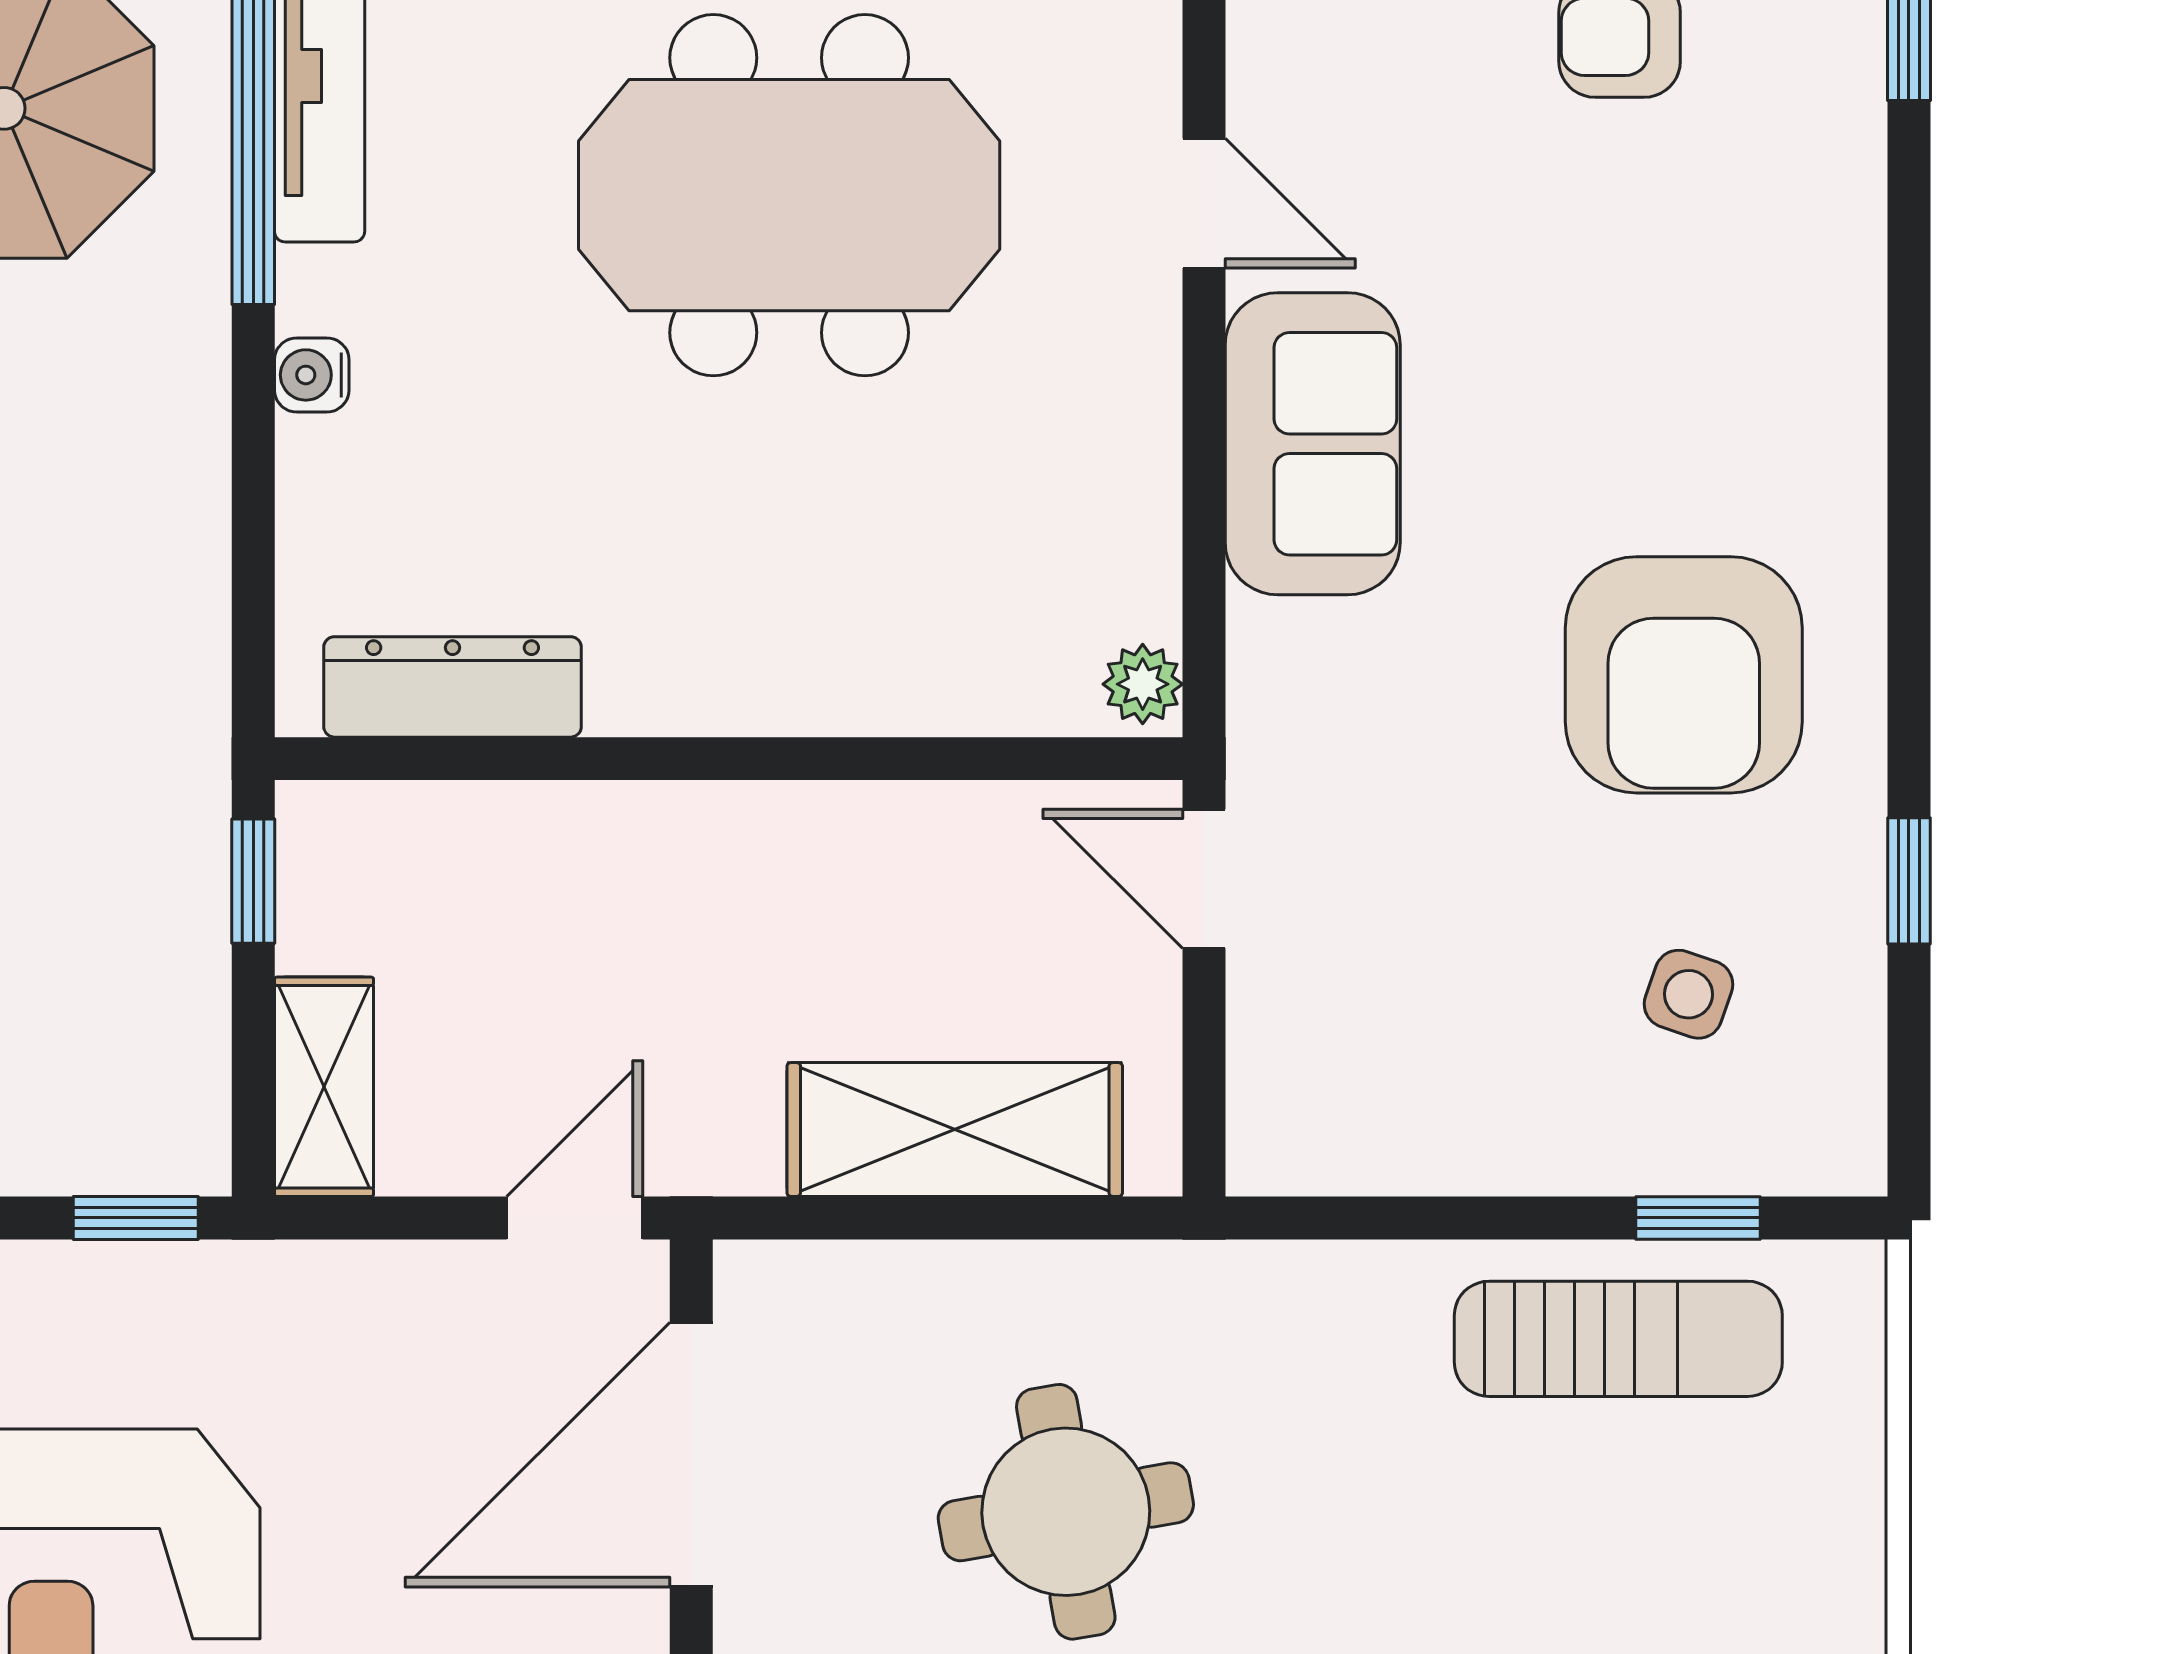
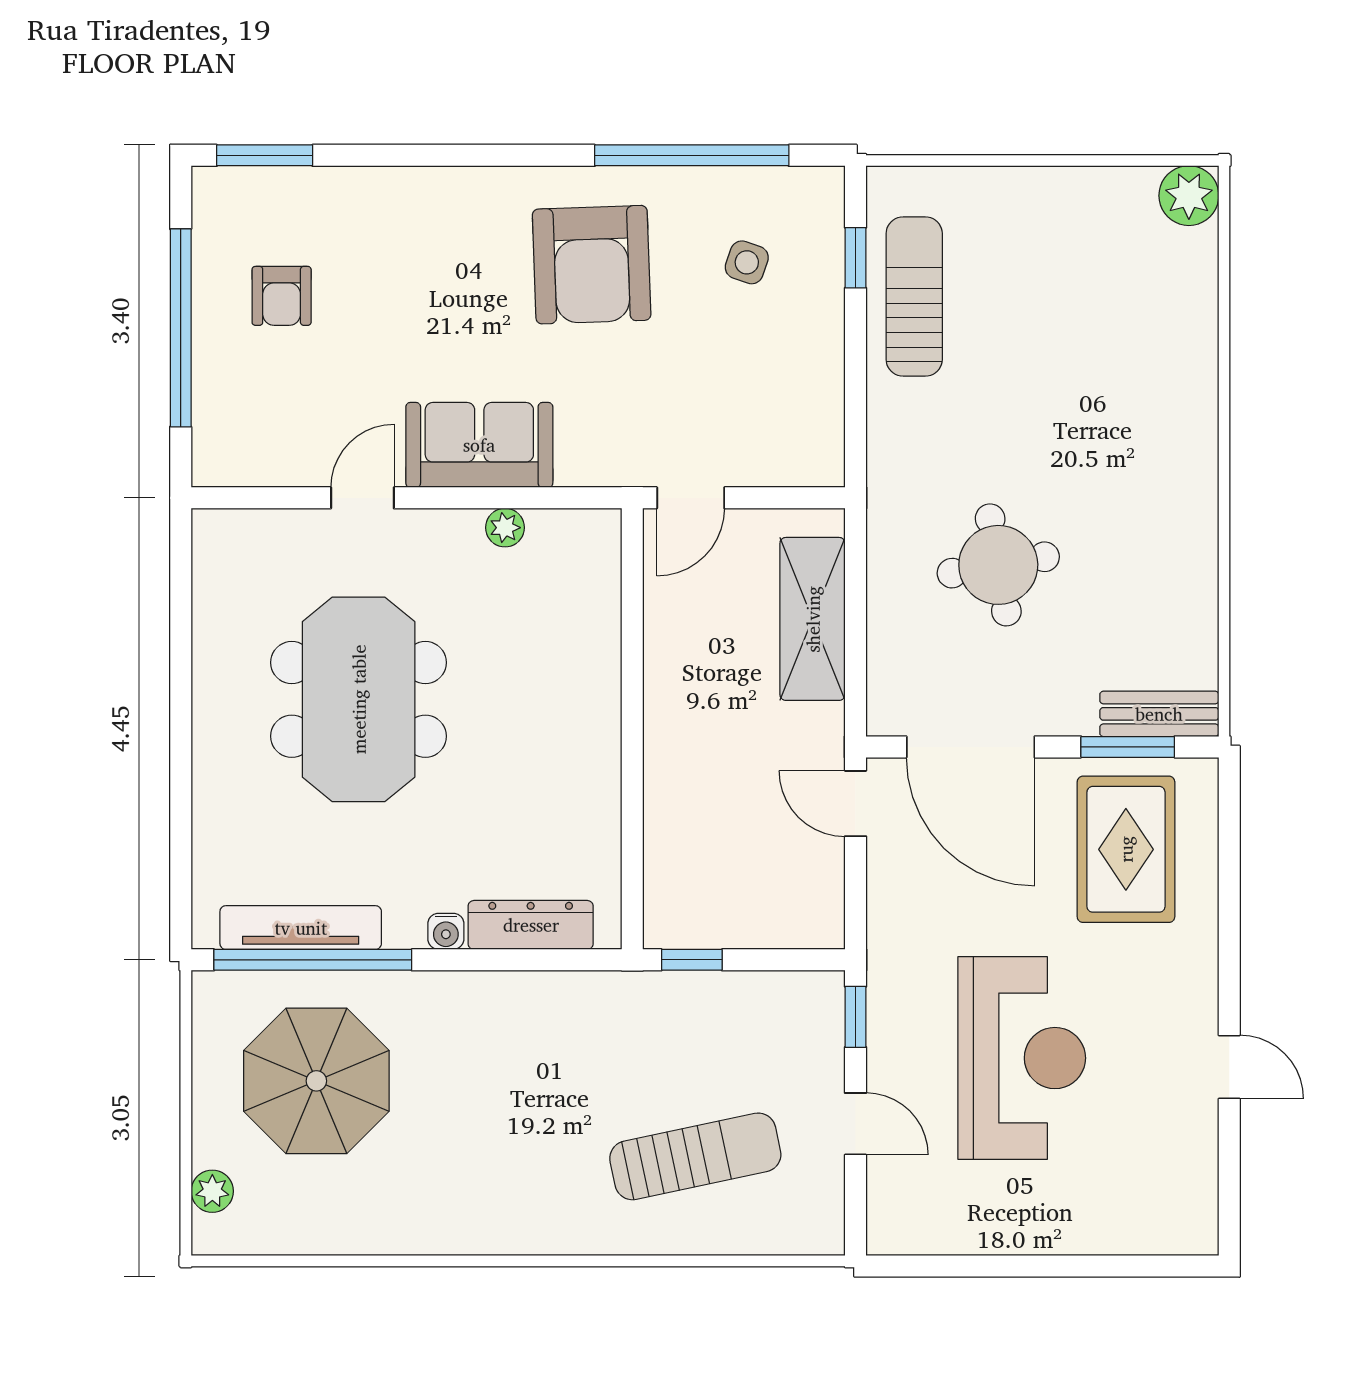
armchair: (1684, 675) -> (592, 265), turned 88
plant: (1143, 684) -> (505, 528), moved
dresser: (453, 687) -> (531, 925), moved, turned 90
window: (1909, 881) -> (692, 155), width x3.17
shelving: (324, 1087) -> (792, 925), removed

